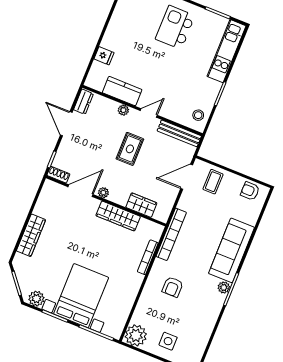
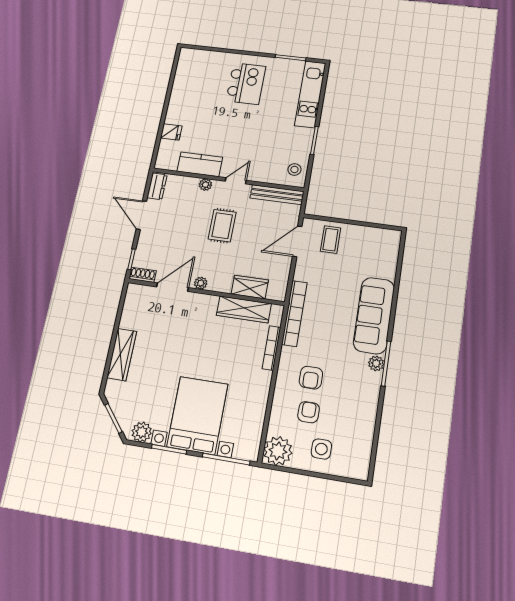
kitchen island: (175, 27) -> (246, 84), turned 180
armchair: (250, 191) -> (309, 412), moved, turned 90
wardrobe: (118, 216) -> (244, 309), moved

